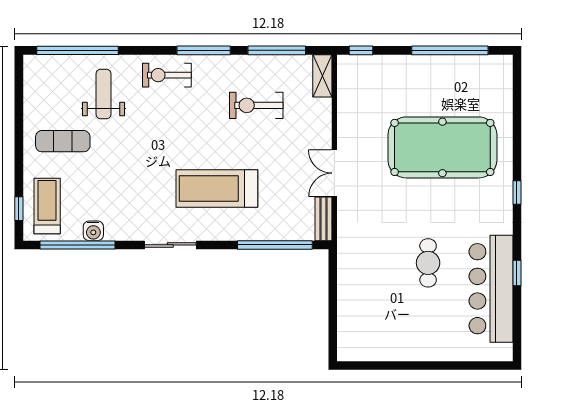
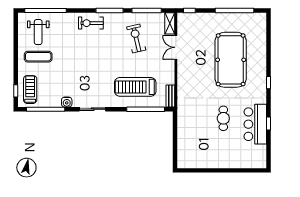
weight bench: (103, 94) -> (38, 32), moved, turned 180
exercise bike: (256, 105) -> (136, 38), turned 77
pool table: (442, 147) -> (231, 60), turned 90
double door: (334, 173) -> (176, 47), moved
treadmill: (217, 189) -> (135, 87), moved
water cooler: (93, 231) -> (67, 102), moved
bar counter: (491, 289) -> (255, 124), width x0.73

